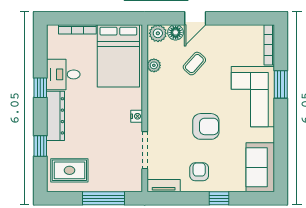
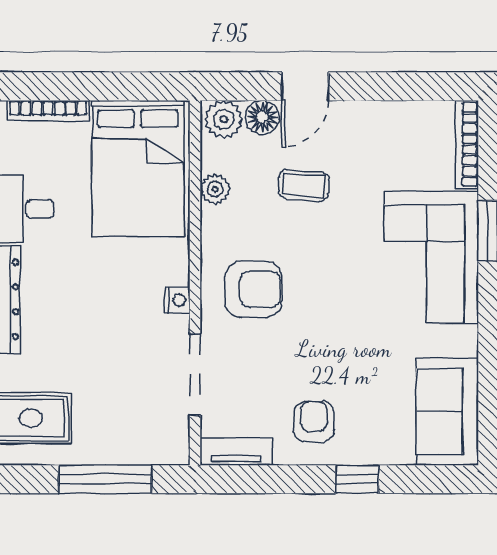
coffee table: (194, 64) -> (304, 185), turned 52
armchair: (206, 126) -> (253, 289), moved

